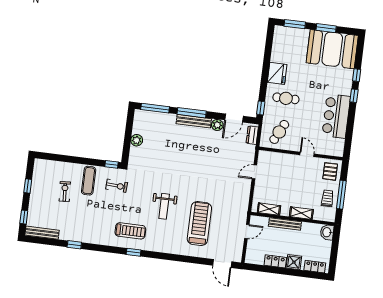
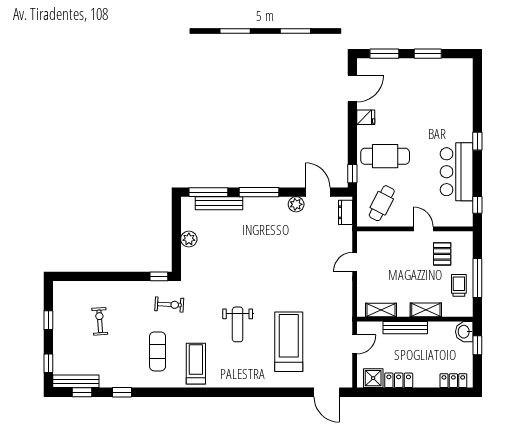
door: (269, 46) -> (352, 88), added
booth: (332, 49) -> (440, 81), removed
fridge: (277, 73) -> (366, 117), width x0.53, depth x0.75
window: (357, 75) -> (477, 205), moved
cafe table: (286, 98) -> (385, 156), width x1.37, depth x1.35
door: (234, 118) -> (318, 192), swing flipped
bench: (194, 121) -> (219, 203), moved
pallet: (330, 171) -> (442, 254), moved
exercise mat: (89, 181) -> (158, 351), moved
treadmill: (130, 231) -> (196, 364), turned -90
window: (335, 243) -> (477, 345), added
window: (134, 252) -> (82, 392), moved
shower: (294, 262) -> (373, 378), moved

